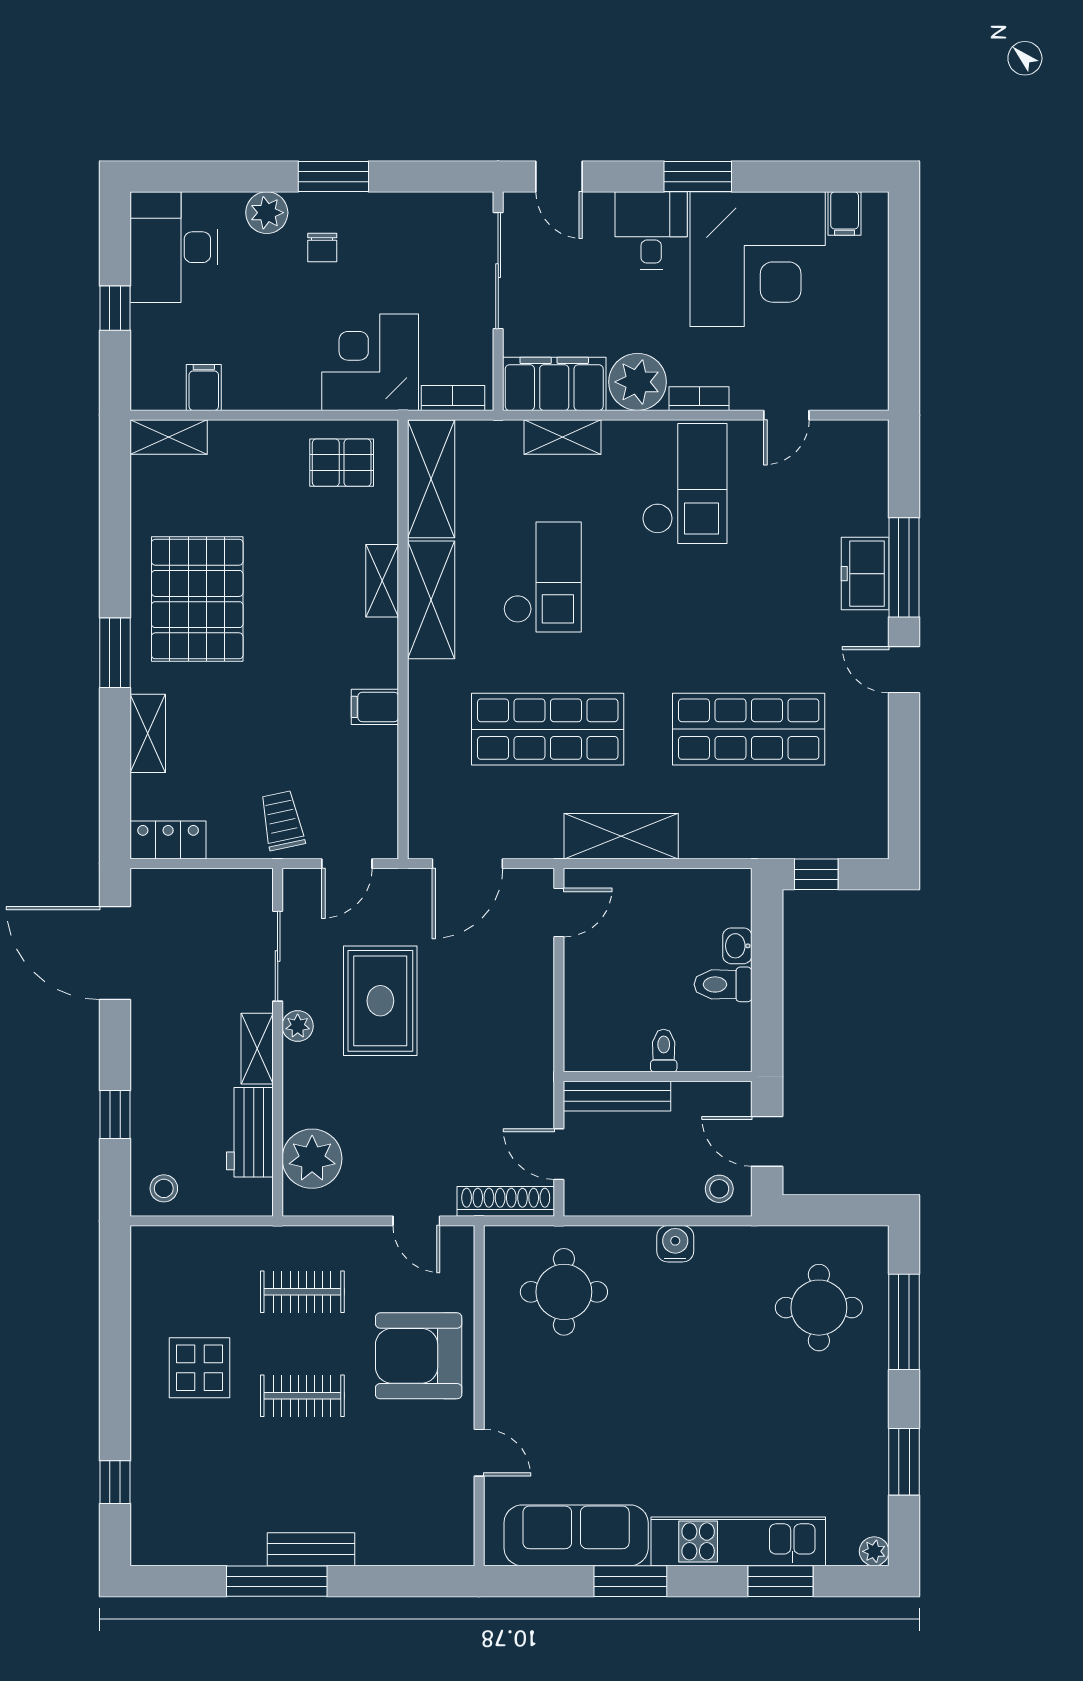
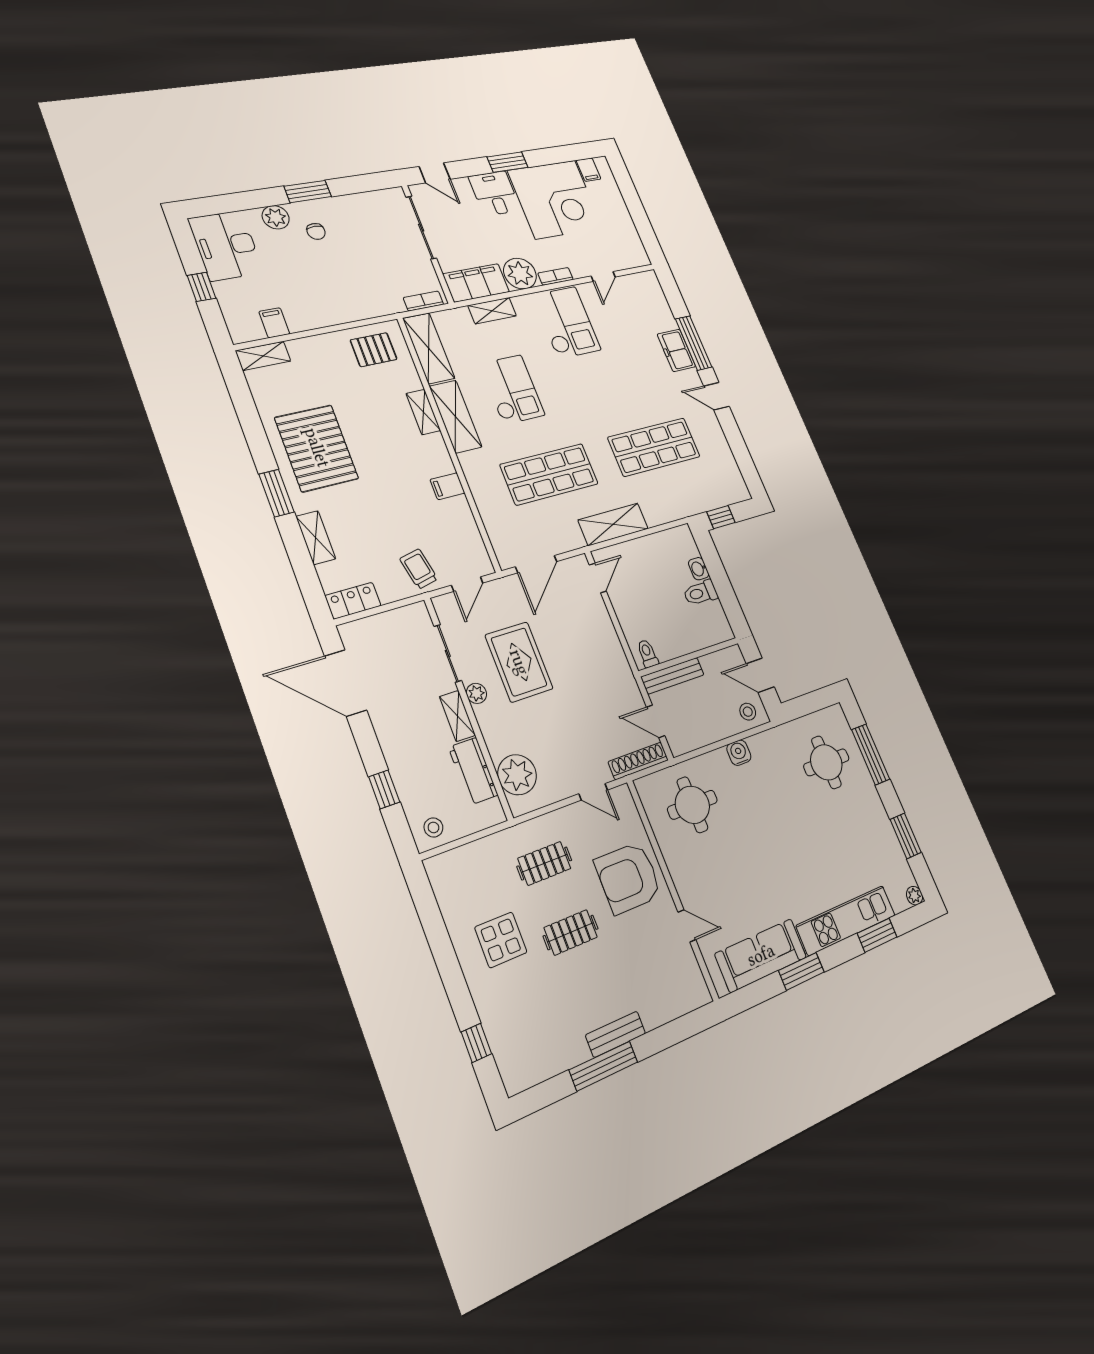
corner desk: (370, 362) -> (368, 290), removed
toilet: (664, 1051) -> (647, 654), moved

